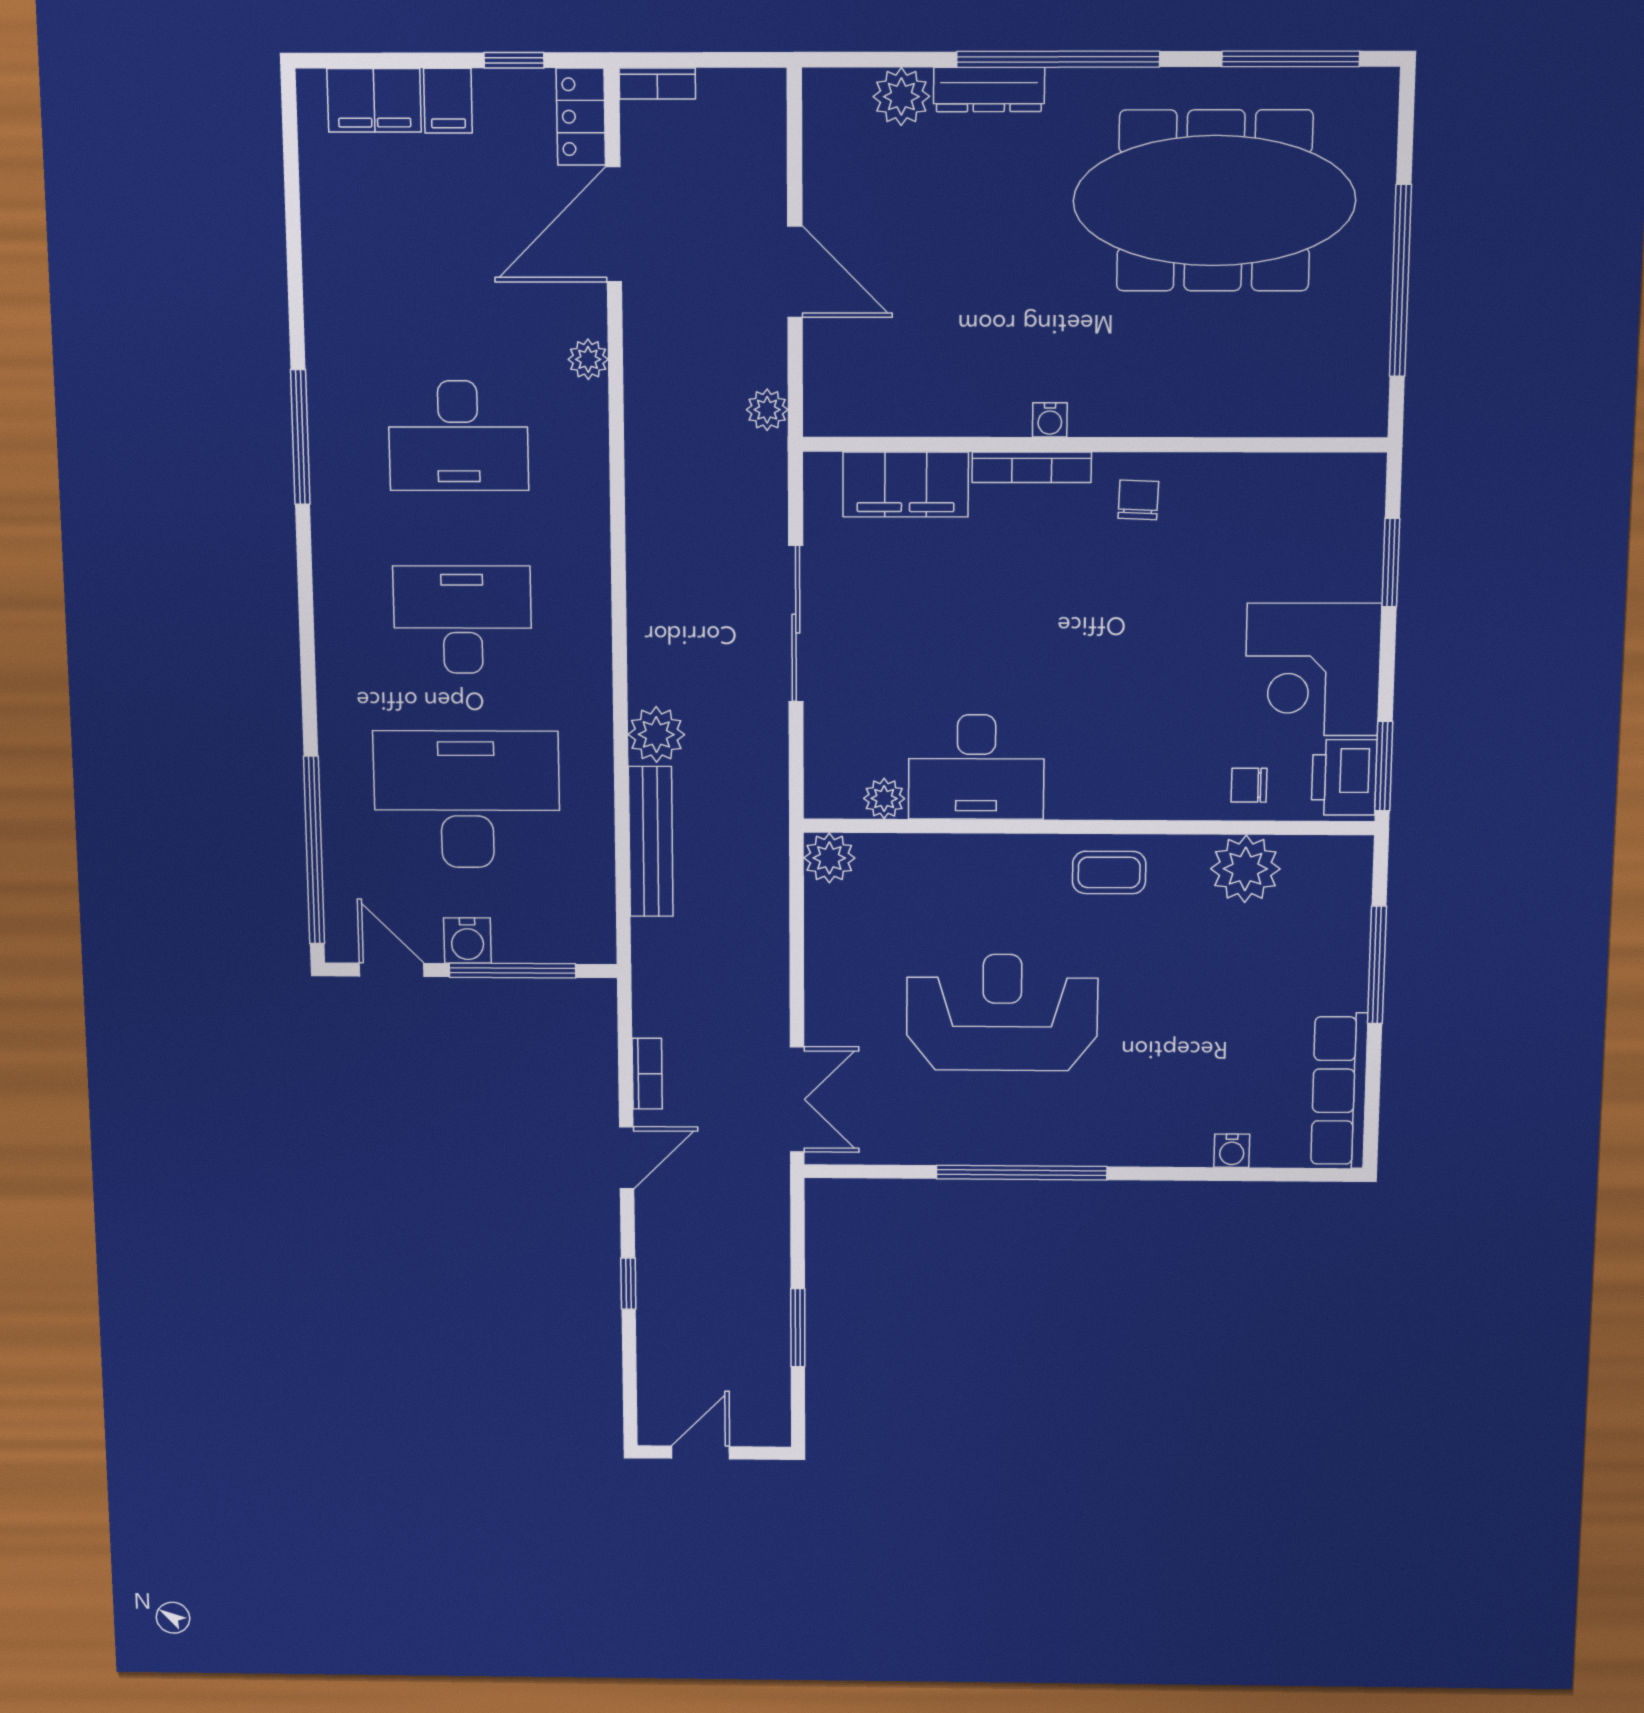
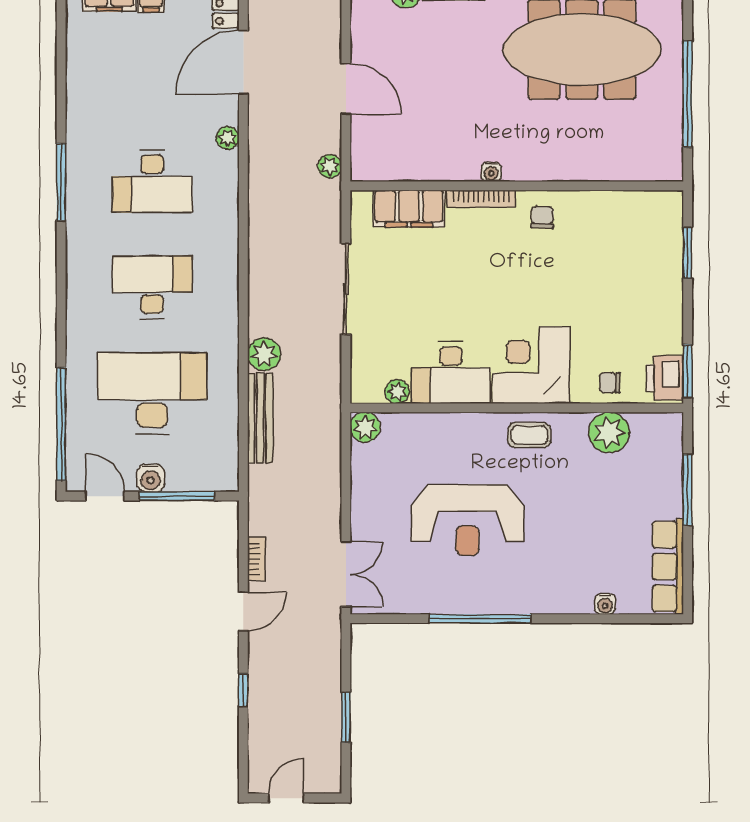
corner desk: (1313, 670) -> (531, 365), moved, turned 90
reception desk: (1002, 1013) -> (467, 520), turned 180

